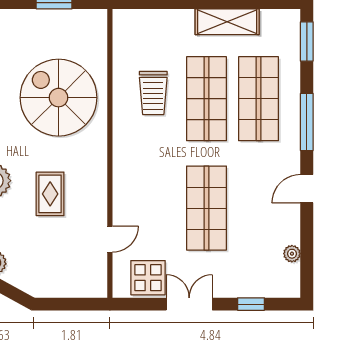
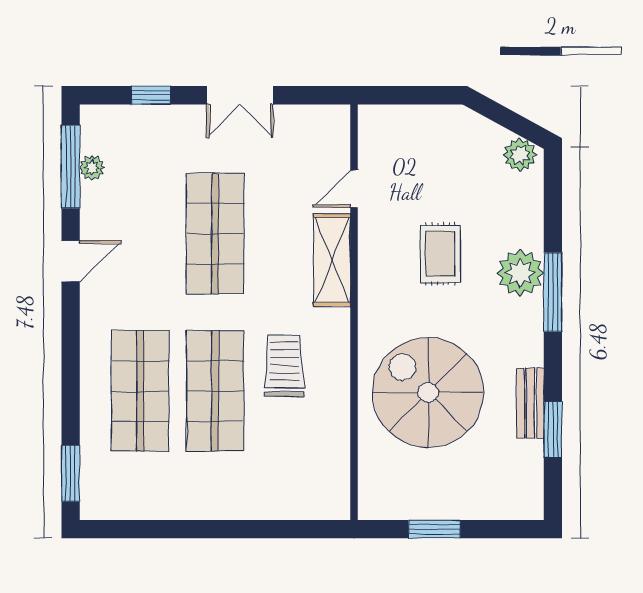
shelving: (227, 22) -> (332, 260), moved, turned 90
trolley: (153, 93) -> (284, 366), moved
spiral stairs: (59, 98) -> (428, 392), turned 180
window: (307, 122) -> (71, 167), moved
display table: (148, 278) -> (299, 133), removed

